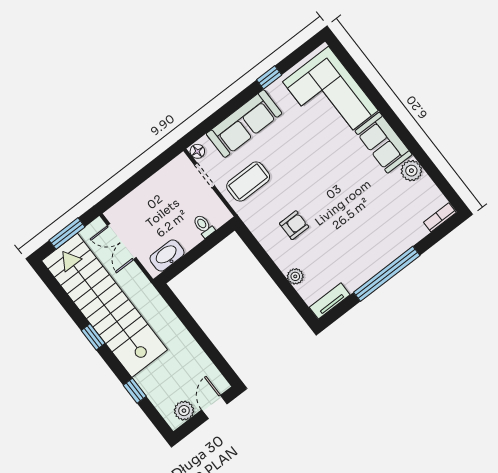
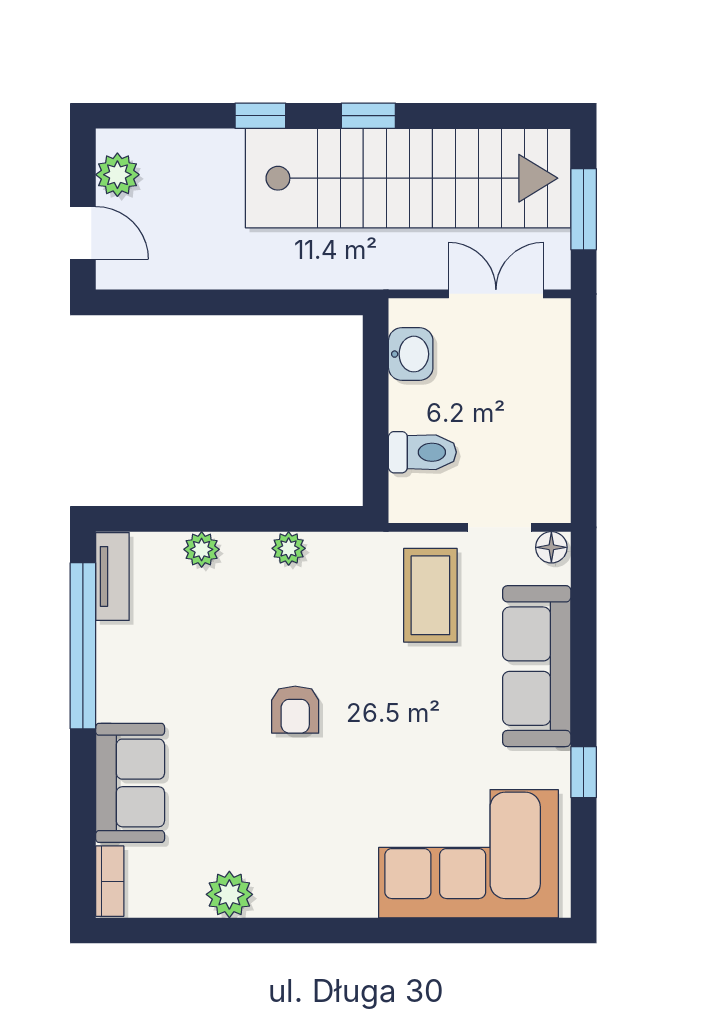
sofa: (383, 143) -> (130, 783), moved, turned 90
armchair: (294, 225) -> (295, 710), moved
toilet: (204, 226) -> (422, 452), width x1.37, depth x1.39
plant: (271, 245) -> (289, 548), added
washbasin: (167, 256) -> (411, 354), width x0.72
window: (387, 274) -> (83, 646), moved
window: (135, 391) -> (260, 116), moved

